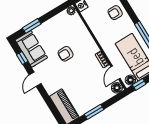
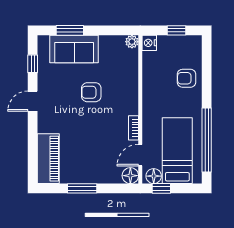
sofa: (31, 49) -> (74, 49), moved, turned 90

